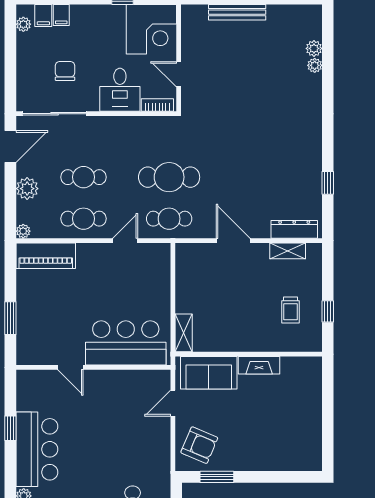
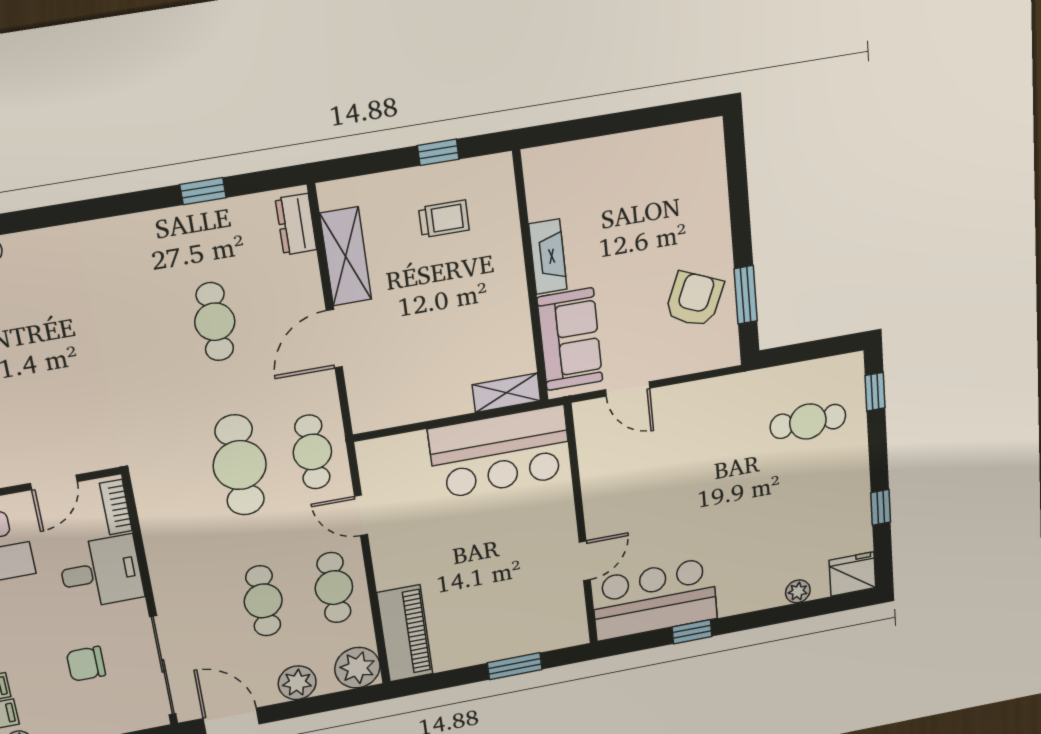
cafe table: (255, 177) -> (215, 322), added
dresser: (294, 229) -> (296, 224), width x0.70
plant: (23, 231) -> (357, 668), width x1.87, depth x1.87
shelving: (288, 251) -> (346, 256), width x1.50, depth x1.33
bar counter: (126, 343) -> (500, 452), moved, turned -90
armchair: (199, 445) -> (694, 299), moved
bar counter: (37, 449) -> (654, 599), moved

